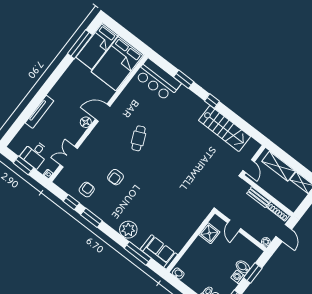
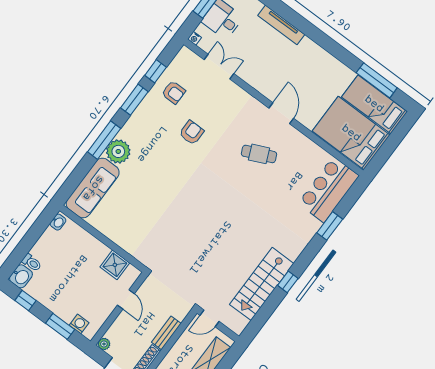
window: (212, 101) -> (288, 282), moved
floor lamp: (86, 122) -> (268, 90), removed
cafe table: (139, 138) -> (259, 154), moved
armchair: (116, 177) -> (192, 133), turned 90
door: (234, 226) -> (126, 299), swing flipped
sofa: (159, 252) -> (93, 188), width x1.36
window: (138, 253) -> (104, 140), moved
bidet: (243, 267) -> (69, 312), removed
washing machine: (238, 277) -> (79, 324), moved

